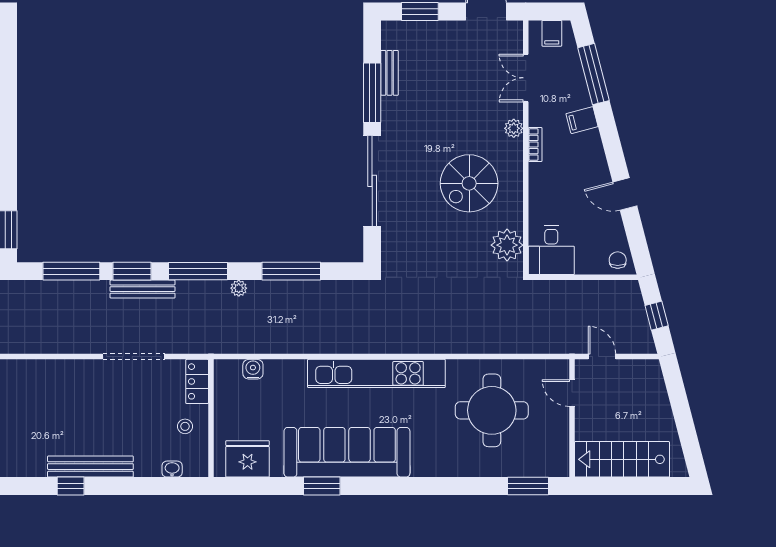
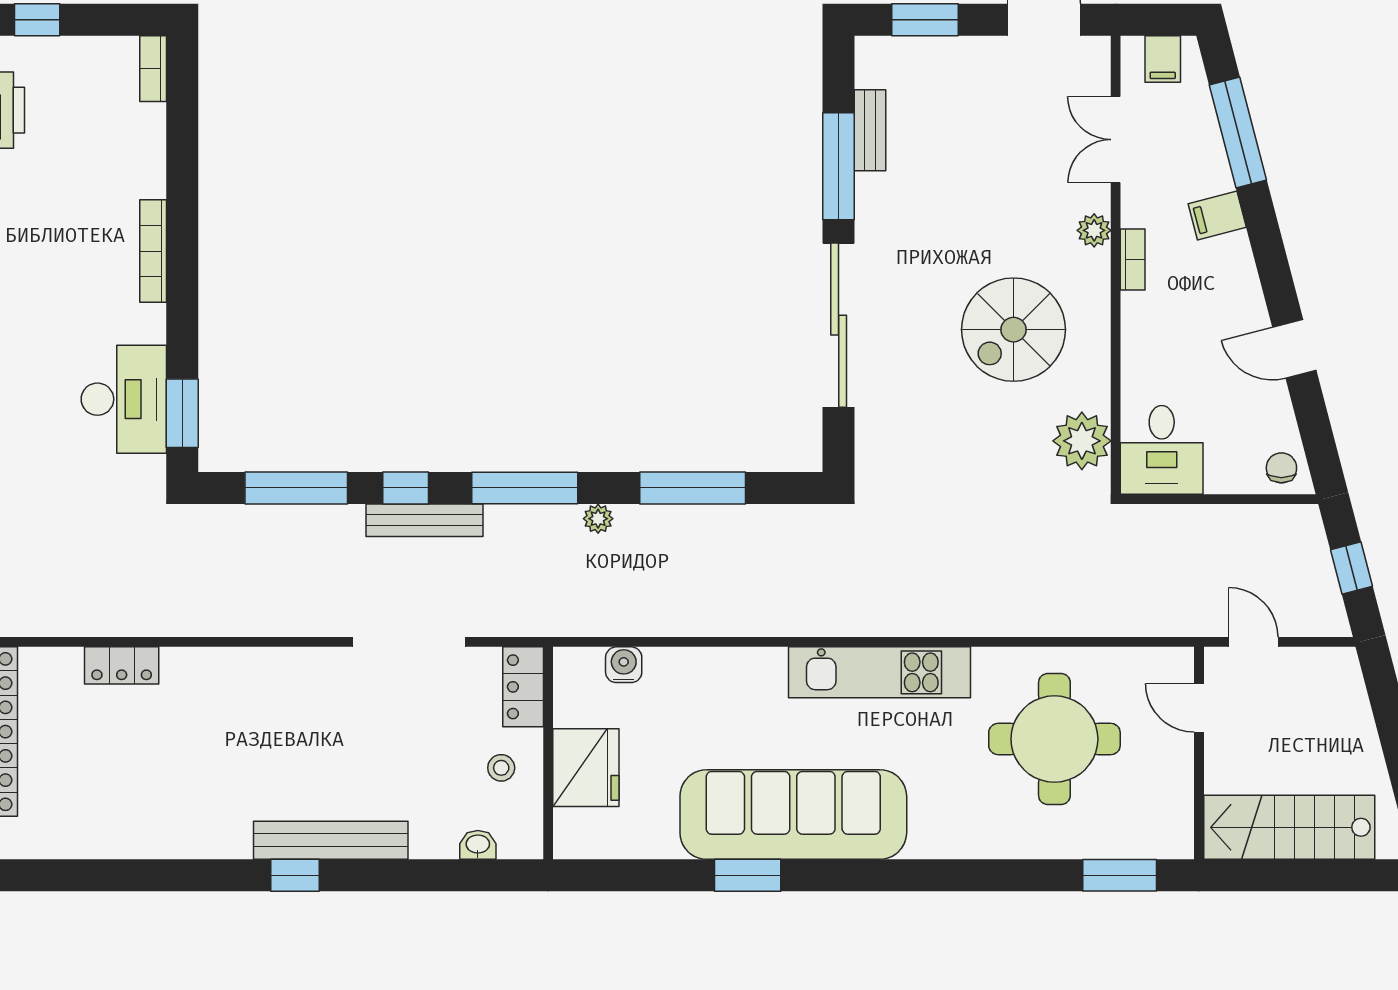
window: (132, 271) -> (406, 488), width x0.67
kitchen unit: (376, 373) -> (879, 672), width x0.73
fridge: (248, 459) -> (586, 768), moved, turned 90

